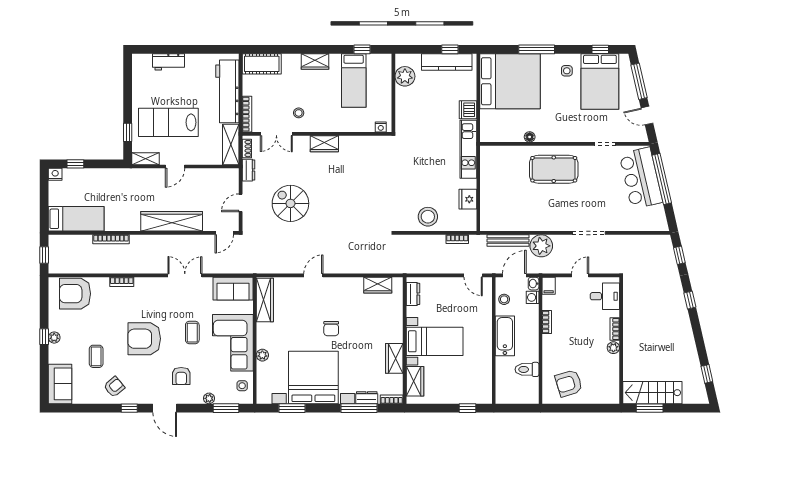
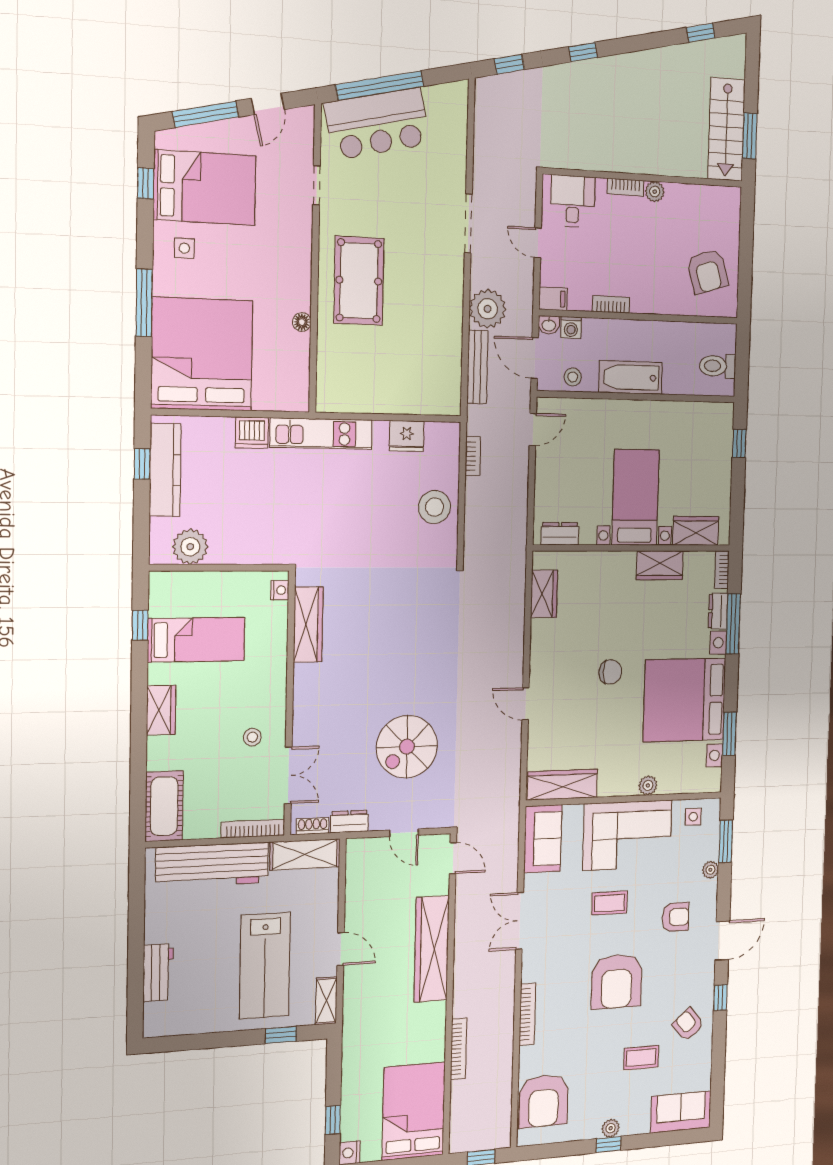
wardrobe: (324, 144) -> (308, 625), moved, width x1.50
bed: (76, 219) -> (414, 1111), width x1.50
bookcase: (122, 282) -> (527, 1014), width x1.56
toilet: (527, 369) -> (718, 366), moved, turned 90

